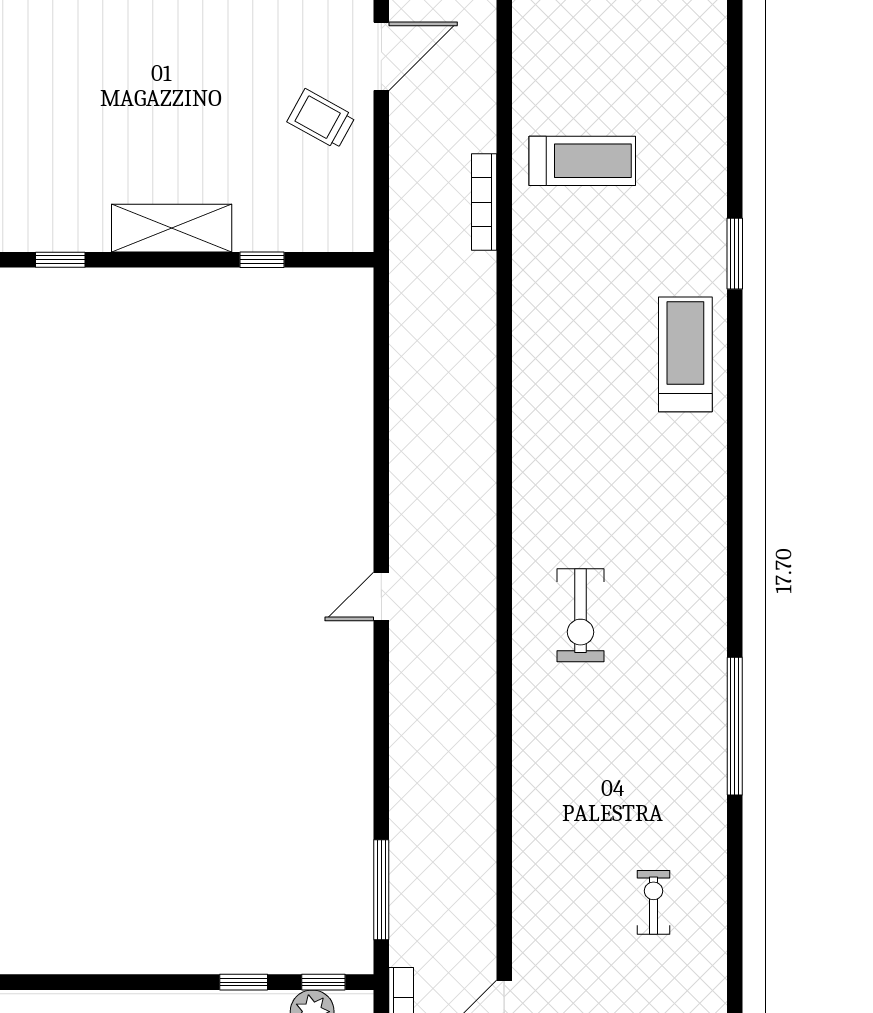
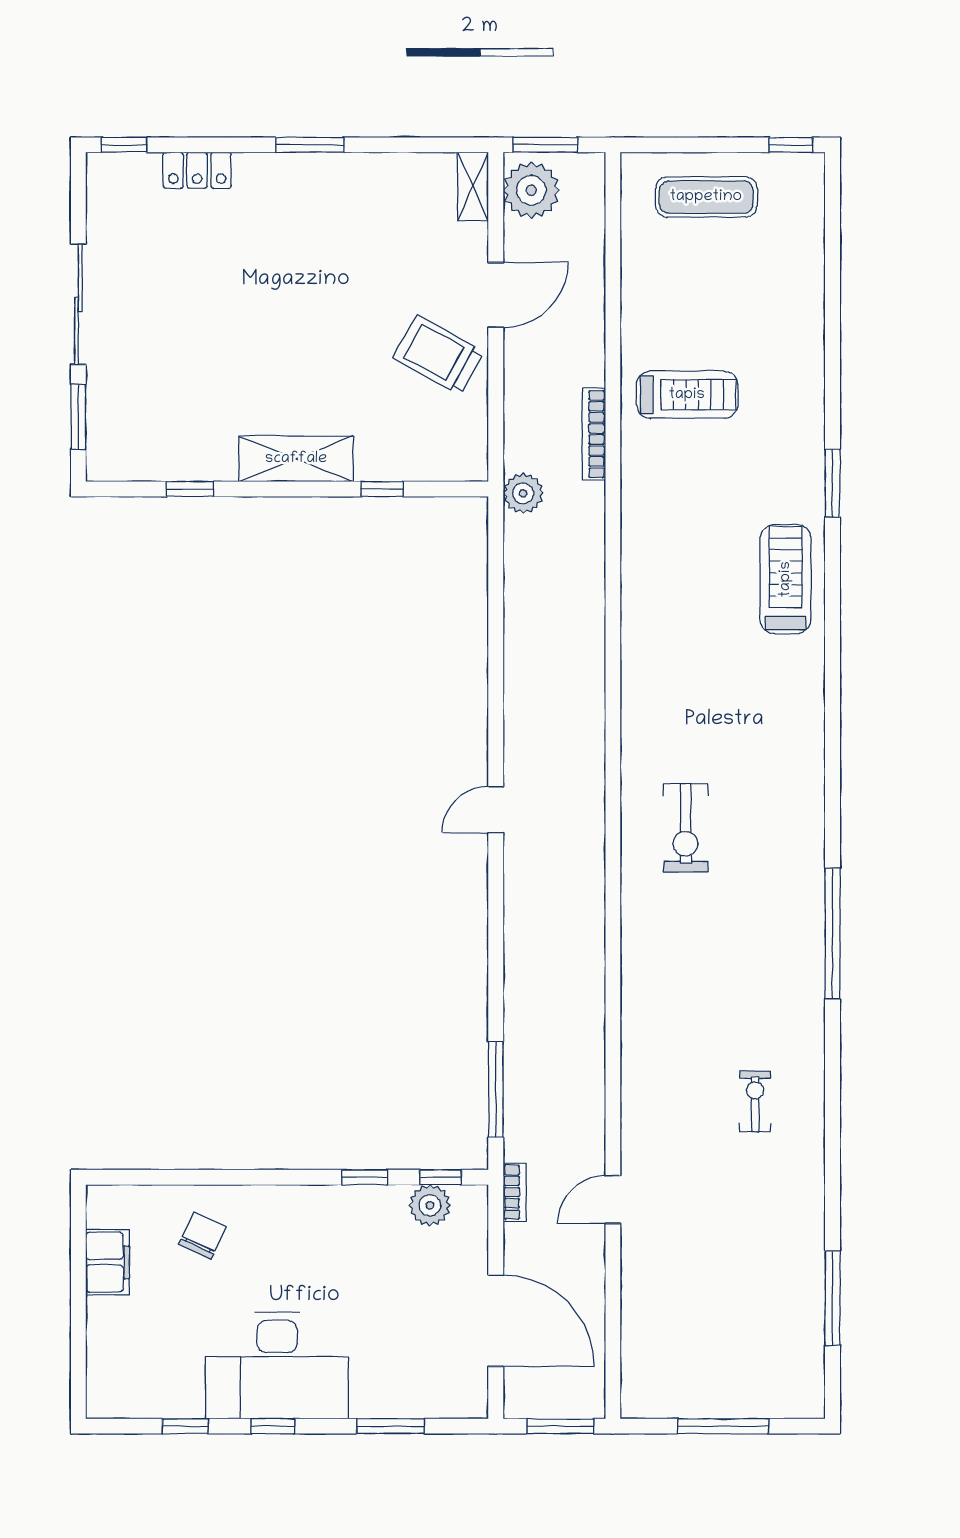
trolley: (321, 119) -> (438, 355), width x1.36, depth x1.39
plant: (410, 264) -> (523, 493), added

